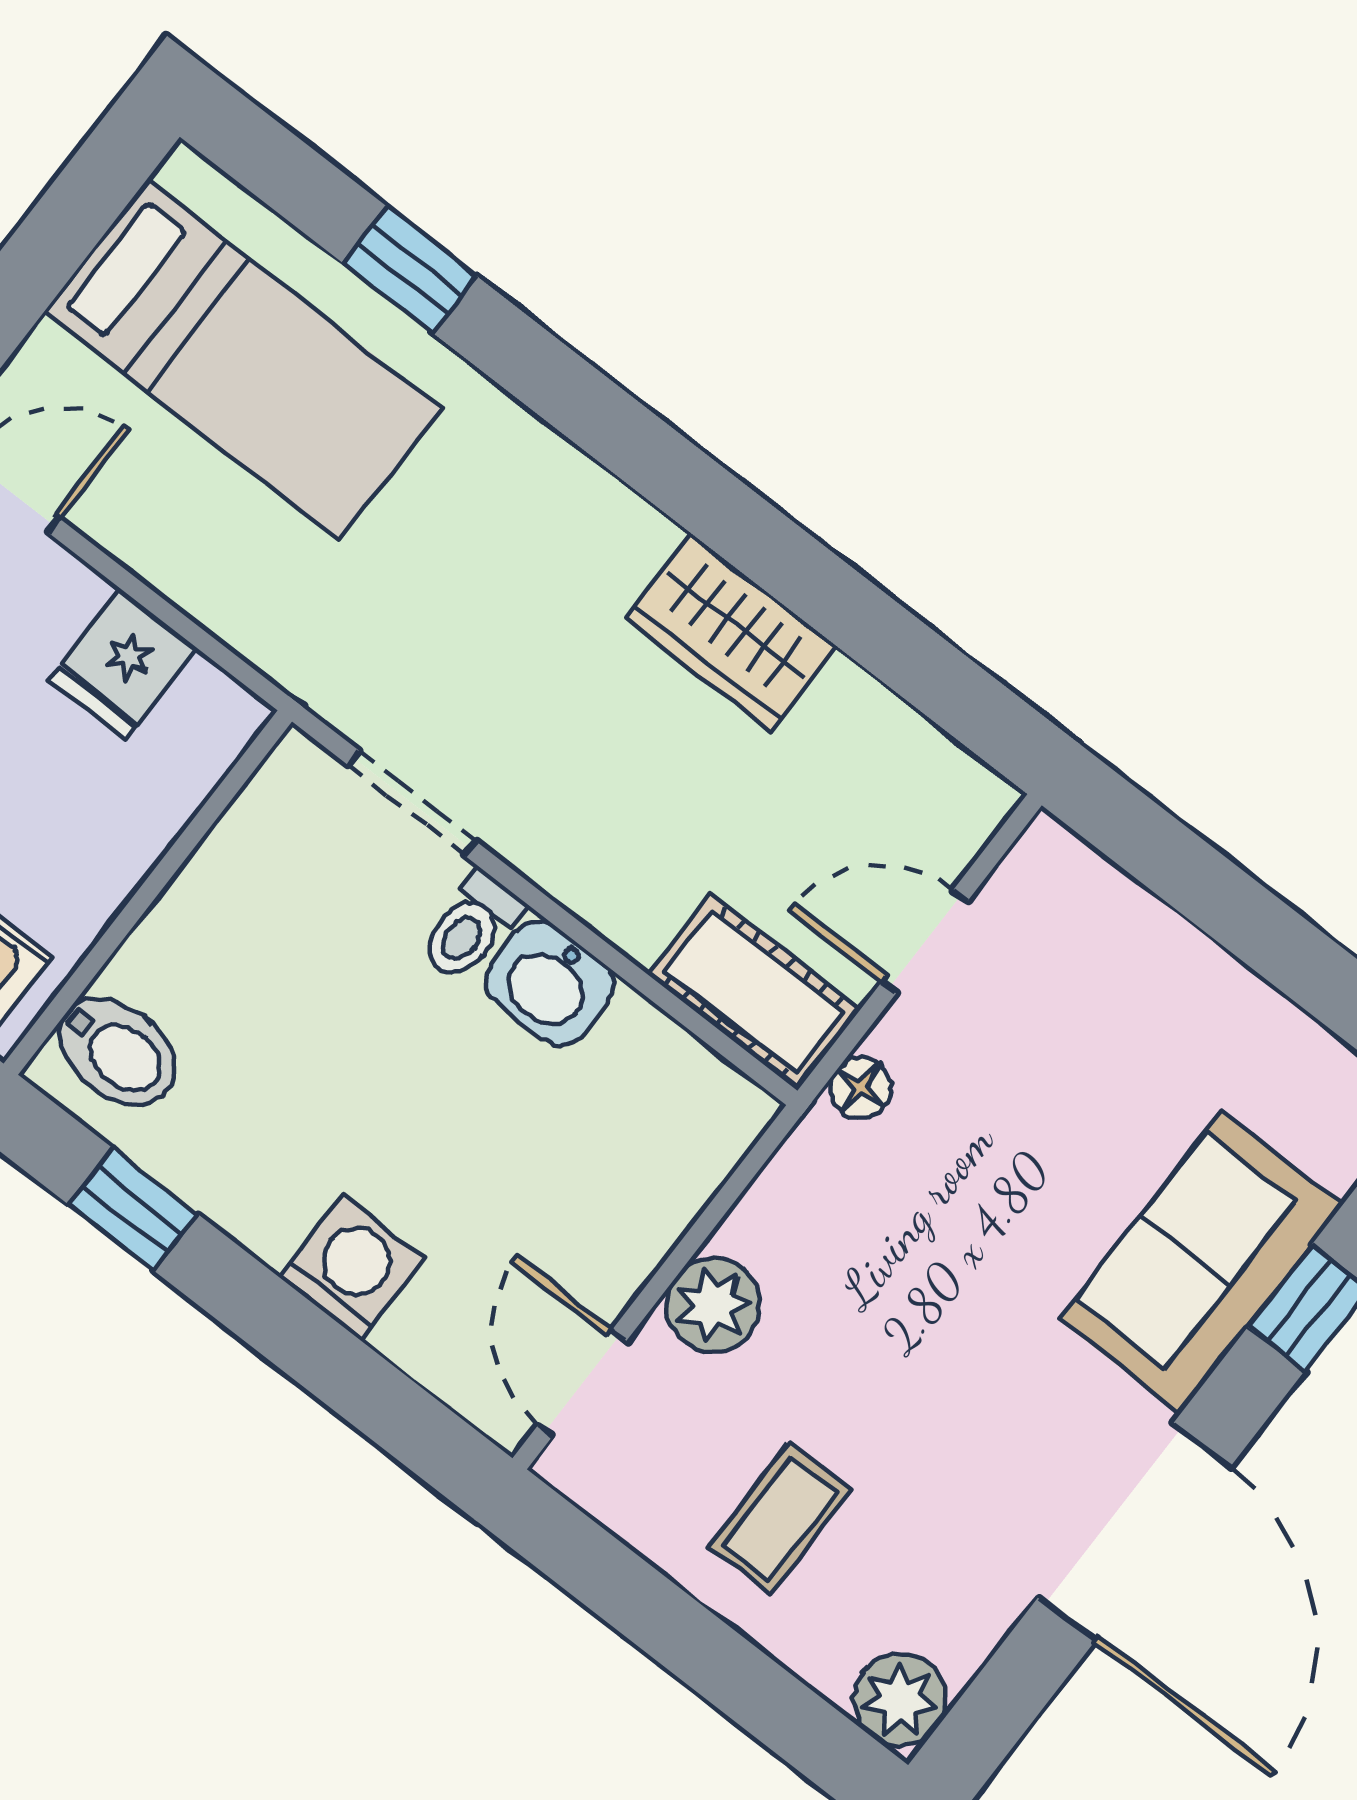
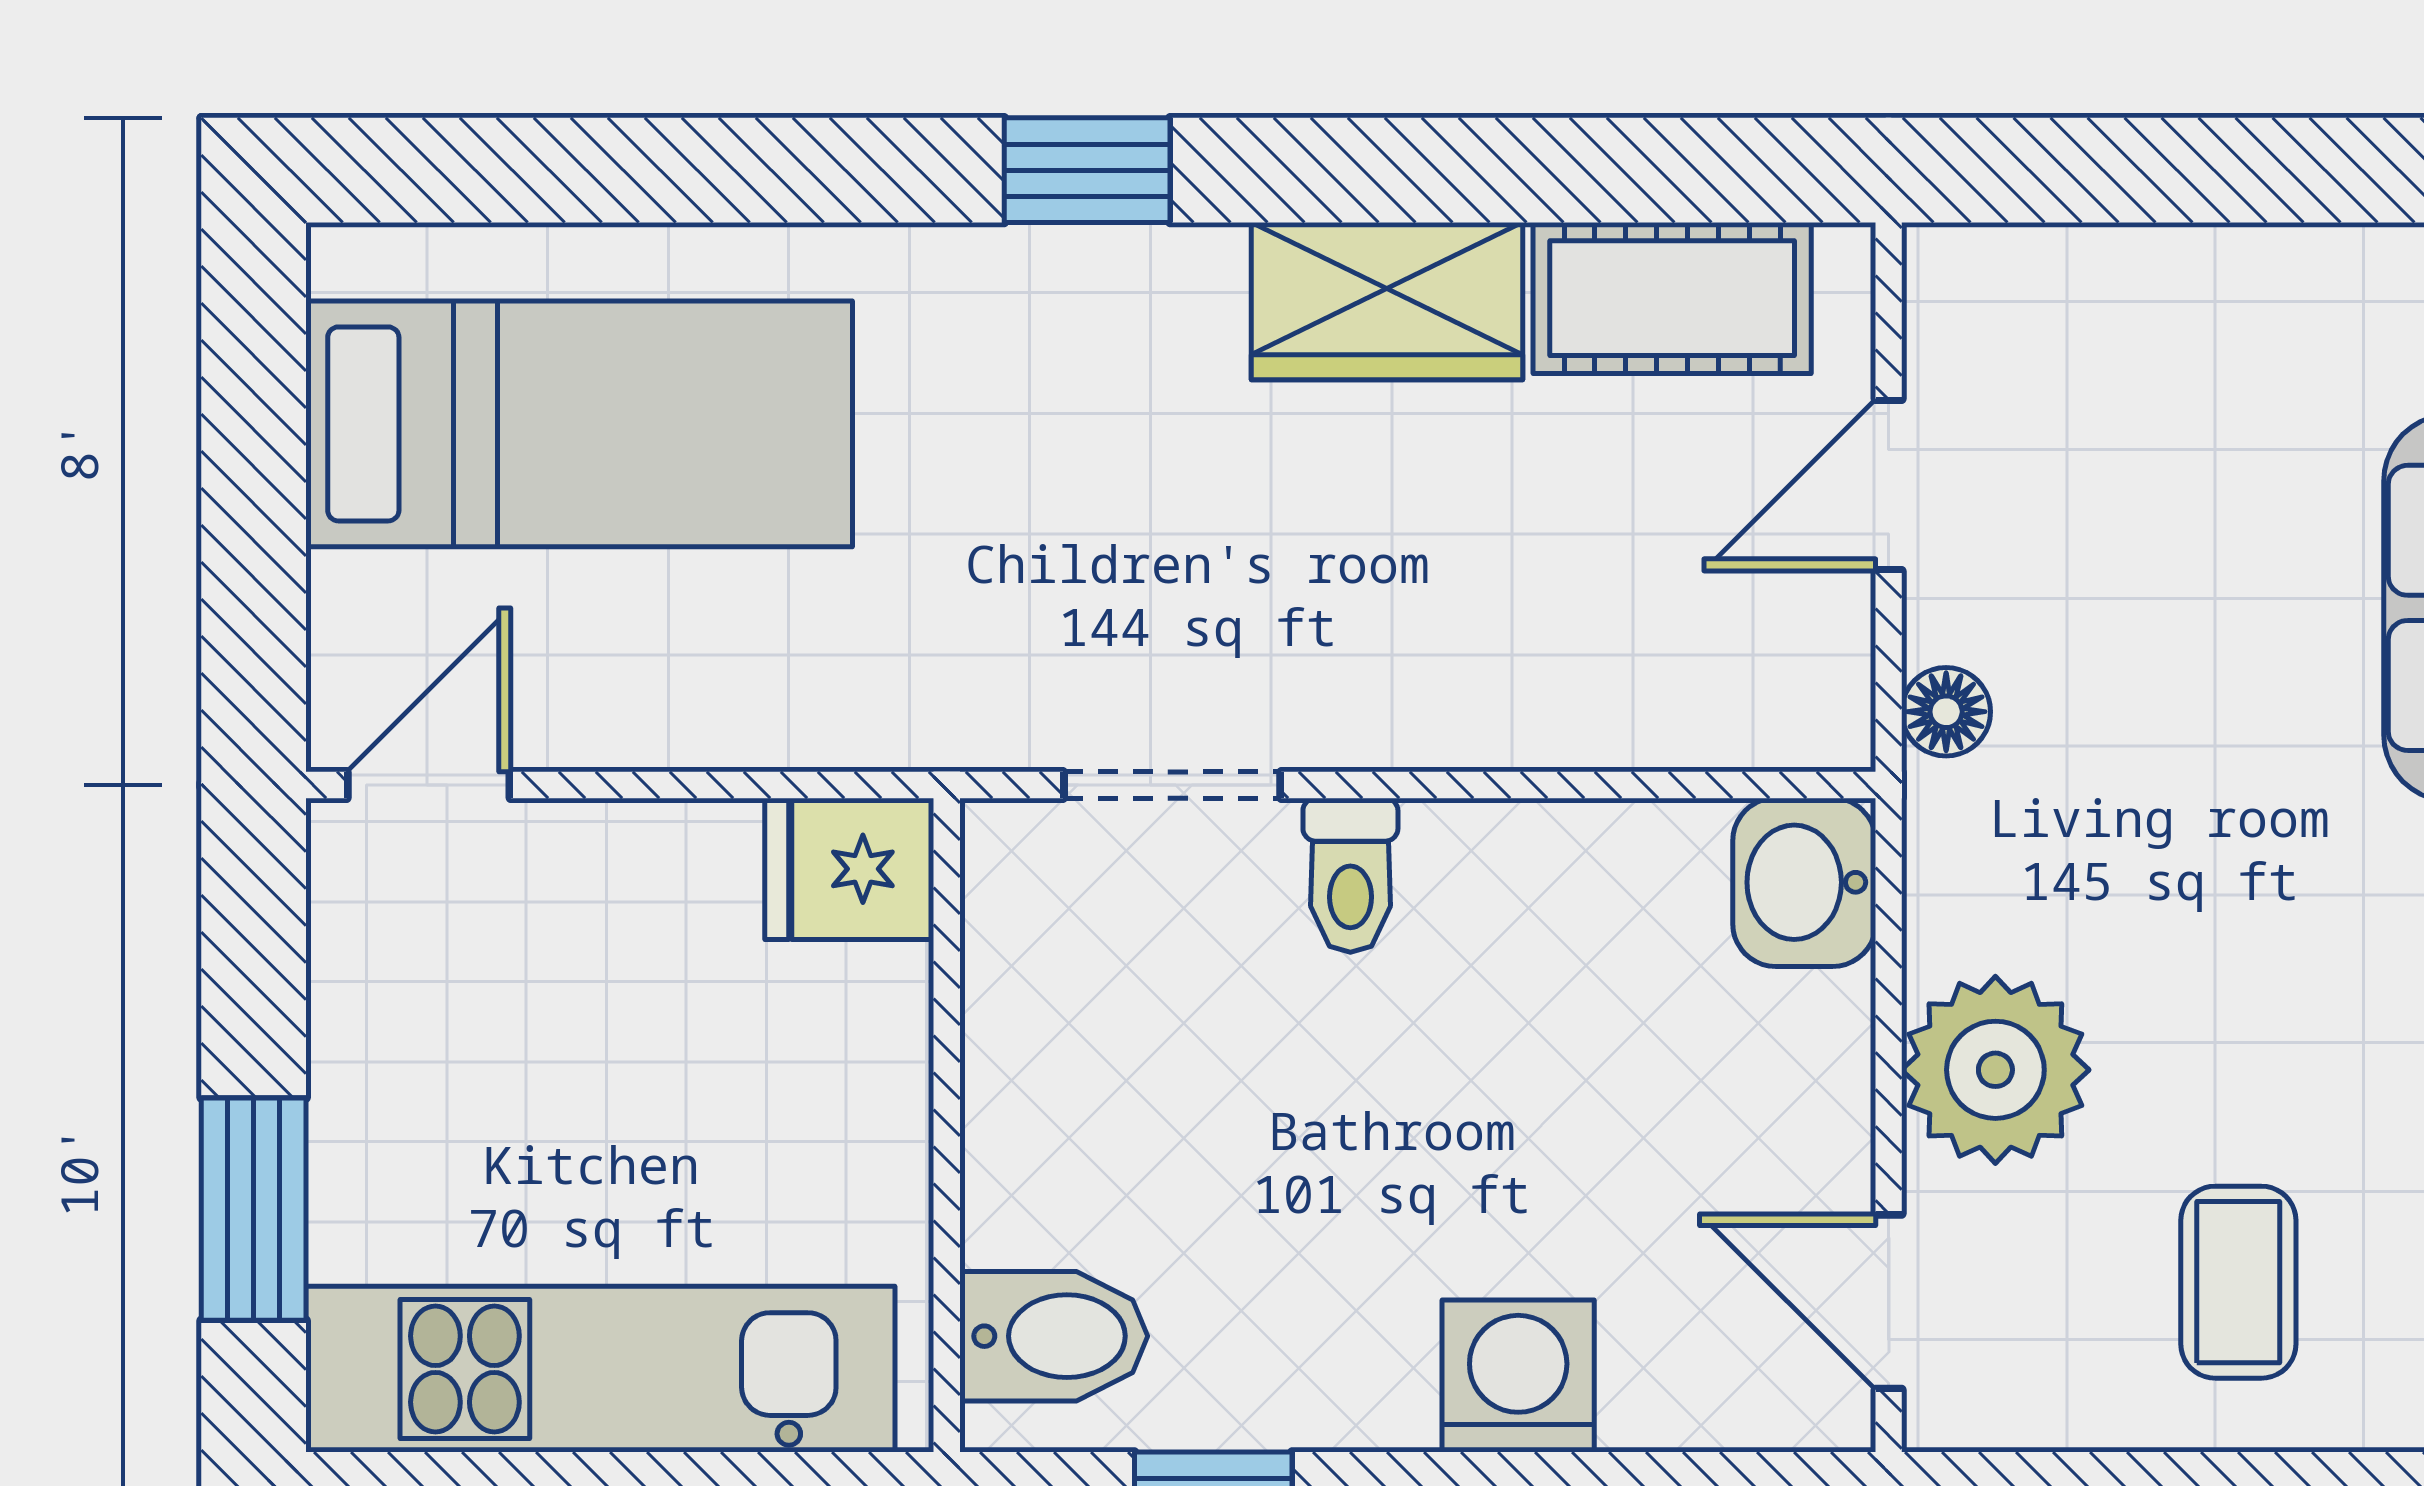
window: (410, 270) -> (1087, 170), moved
fridge: (124, 664) -> (849, 869), moved, turned 90
washbasin: (550, 983) -> (1804, 882), moved, turned 90
cot: (754, 992) -> (1672, 298), moved
plant: (713, 1305) -> (1995, 1070), width x1.36, depth x1.36

